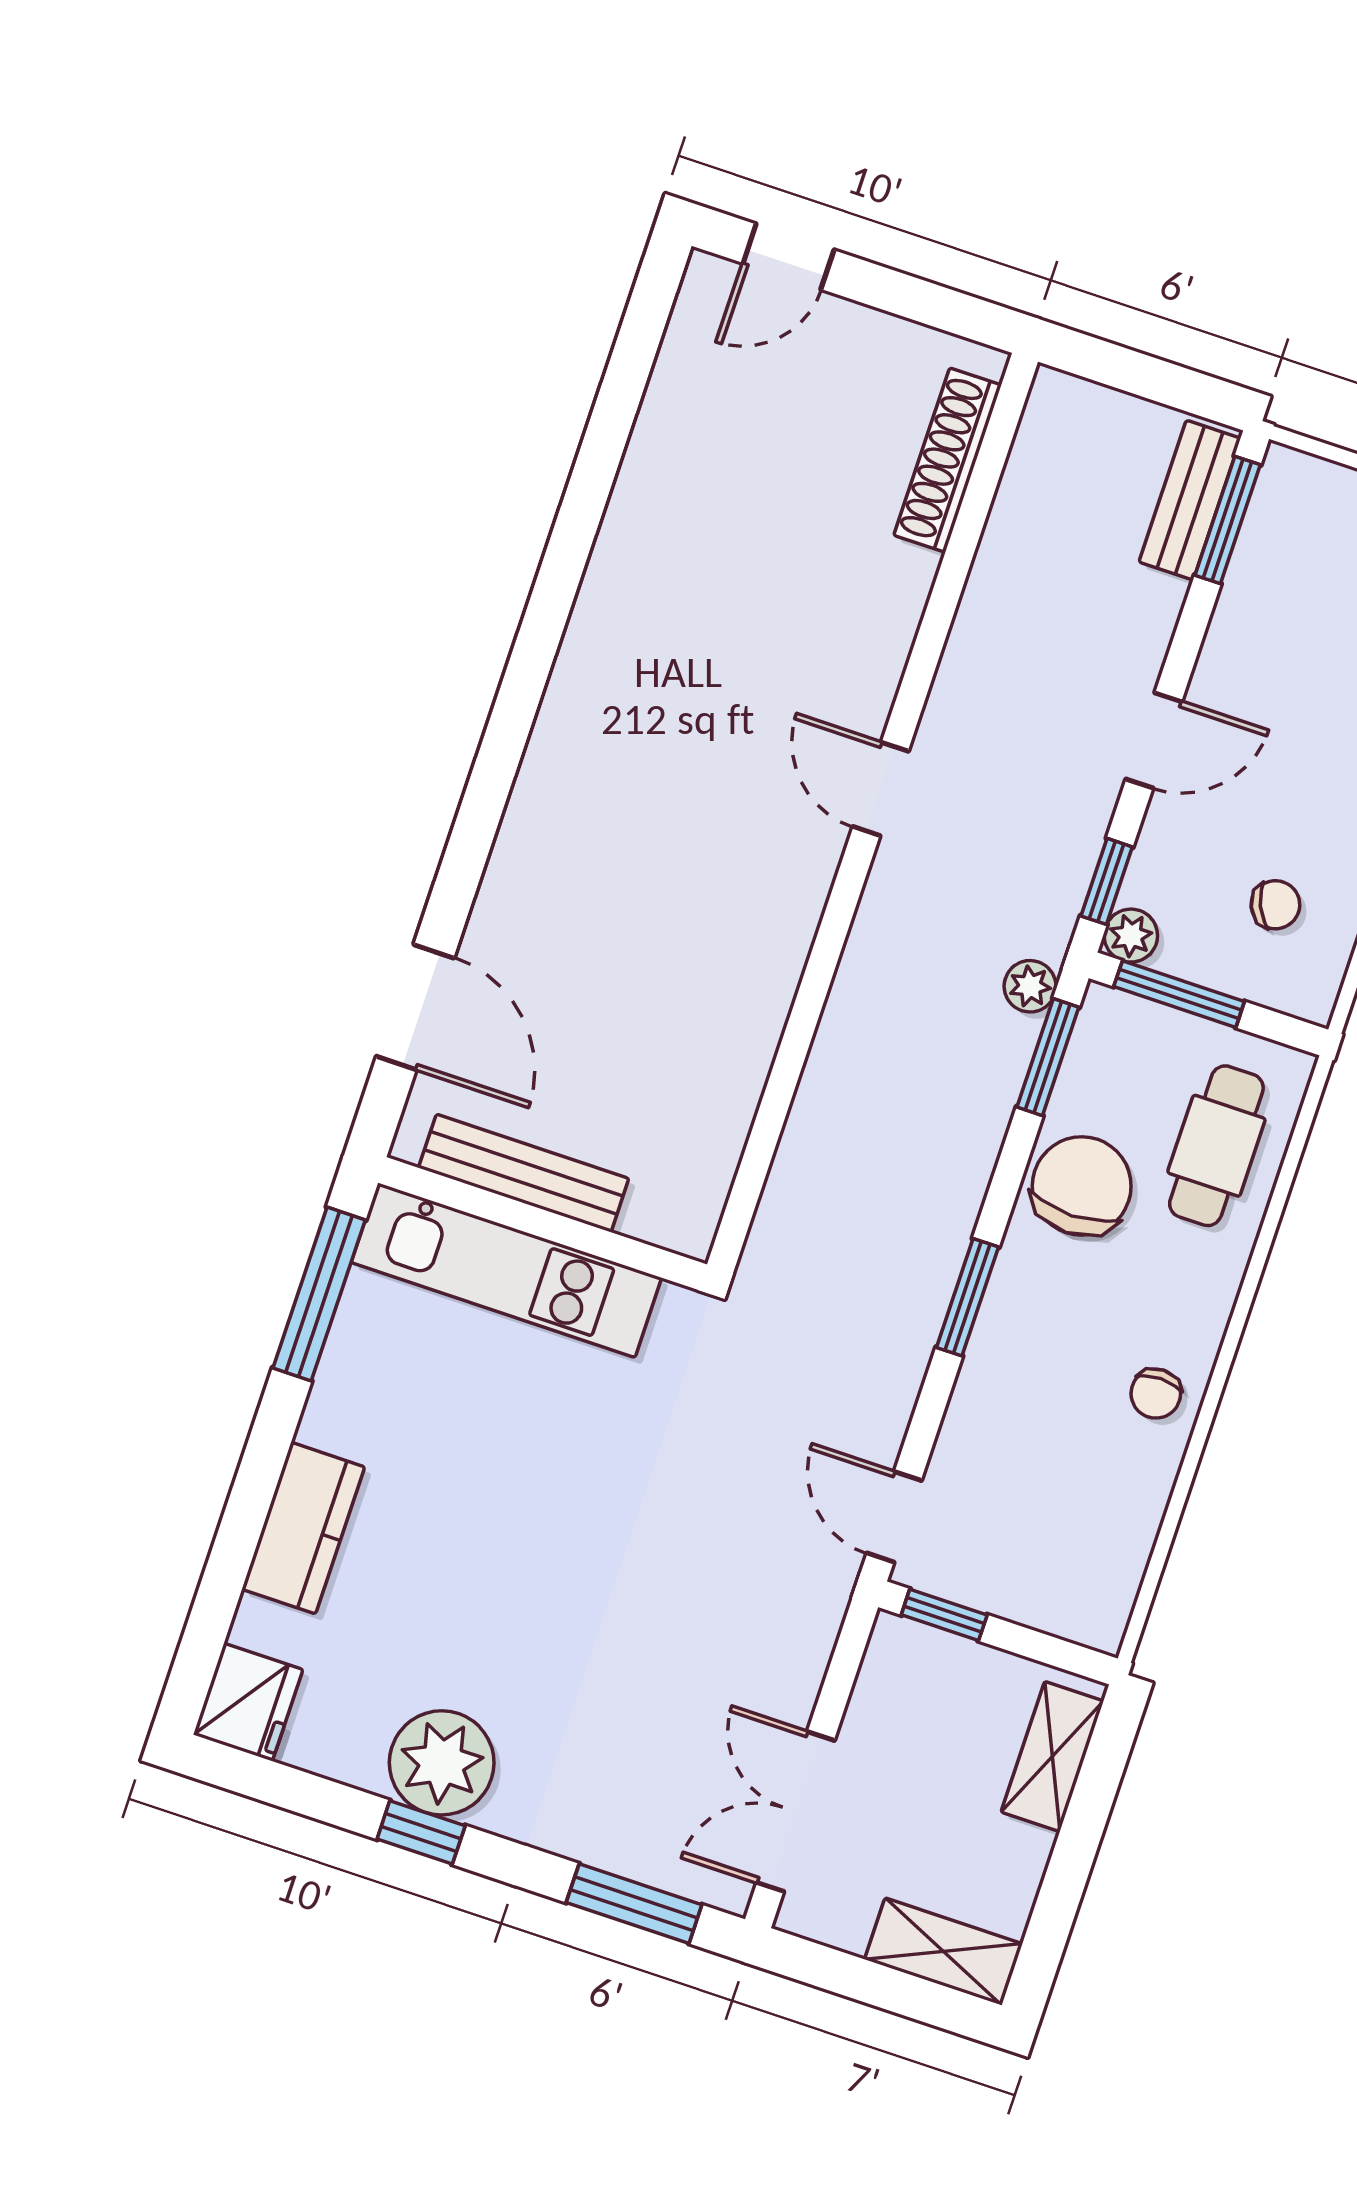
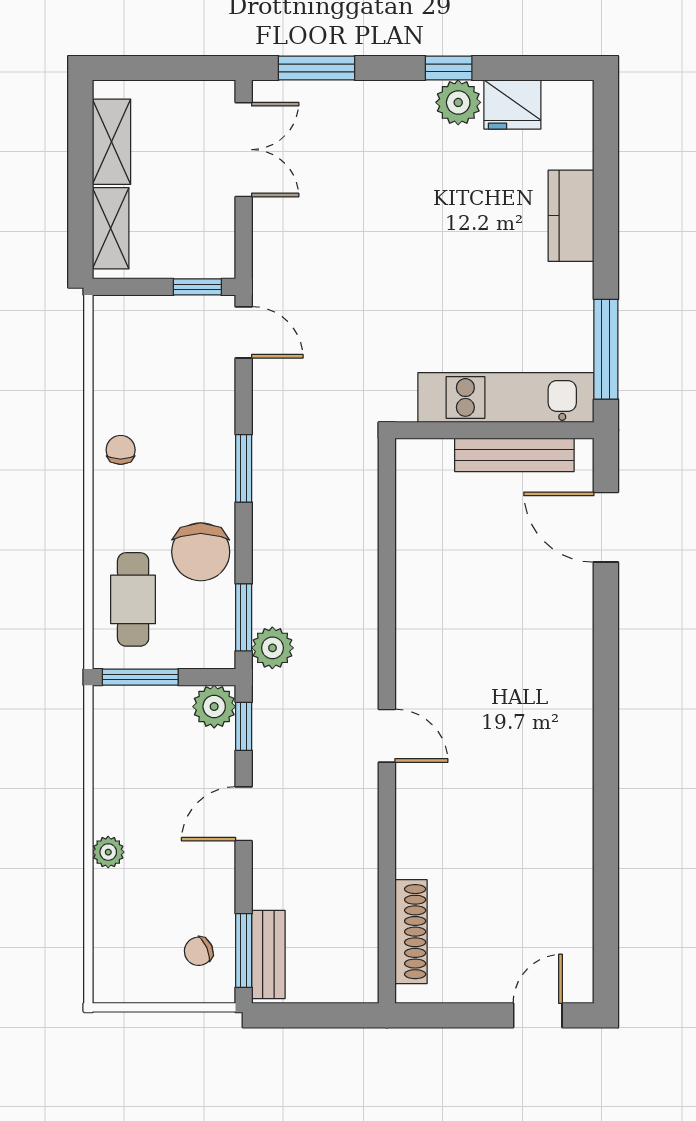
chair: (1275, 905) -> (199, 951), moved
plant: (1131, 936) -> (214, 707), width x1.38, depth x1.38
plant: (1030, 986) -> (272, 648), width x1.38, depth x1.38
window: (1179, 994) -> (140, 677), moved
fridge: (248, 1702) -> (512, 104), moved, turned -90
plant: (442, 1763) -> (458, 102), width x0.73, depth x0.73
shelving: (944, 1951) -> (112, 142), moved, turned 90

